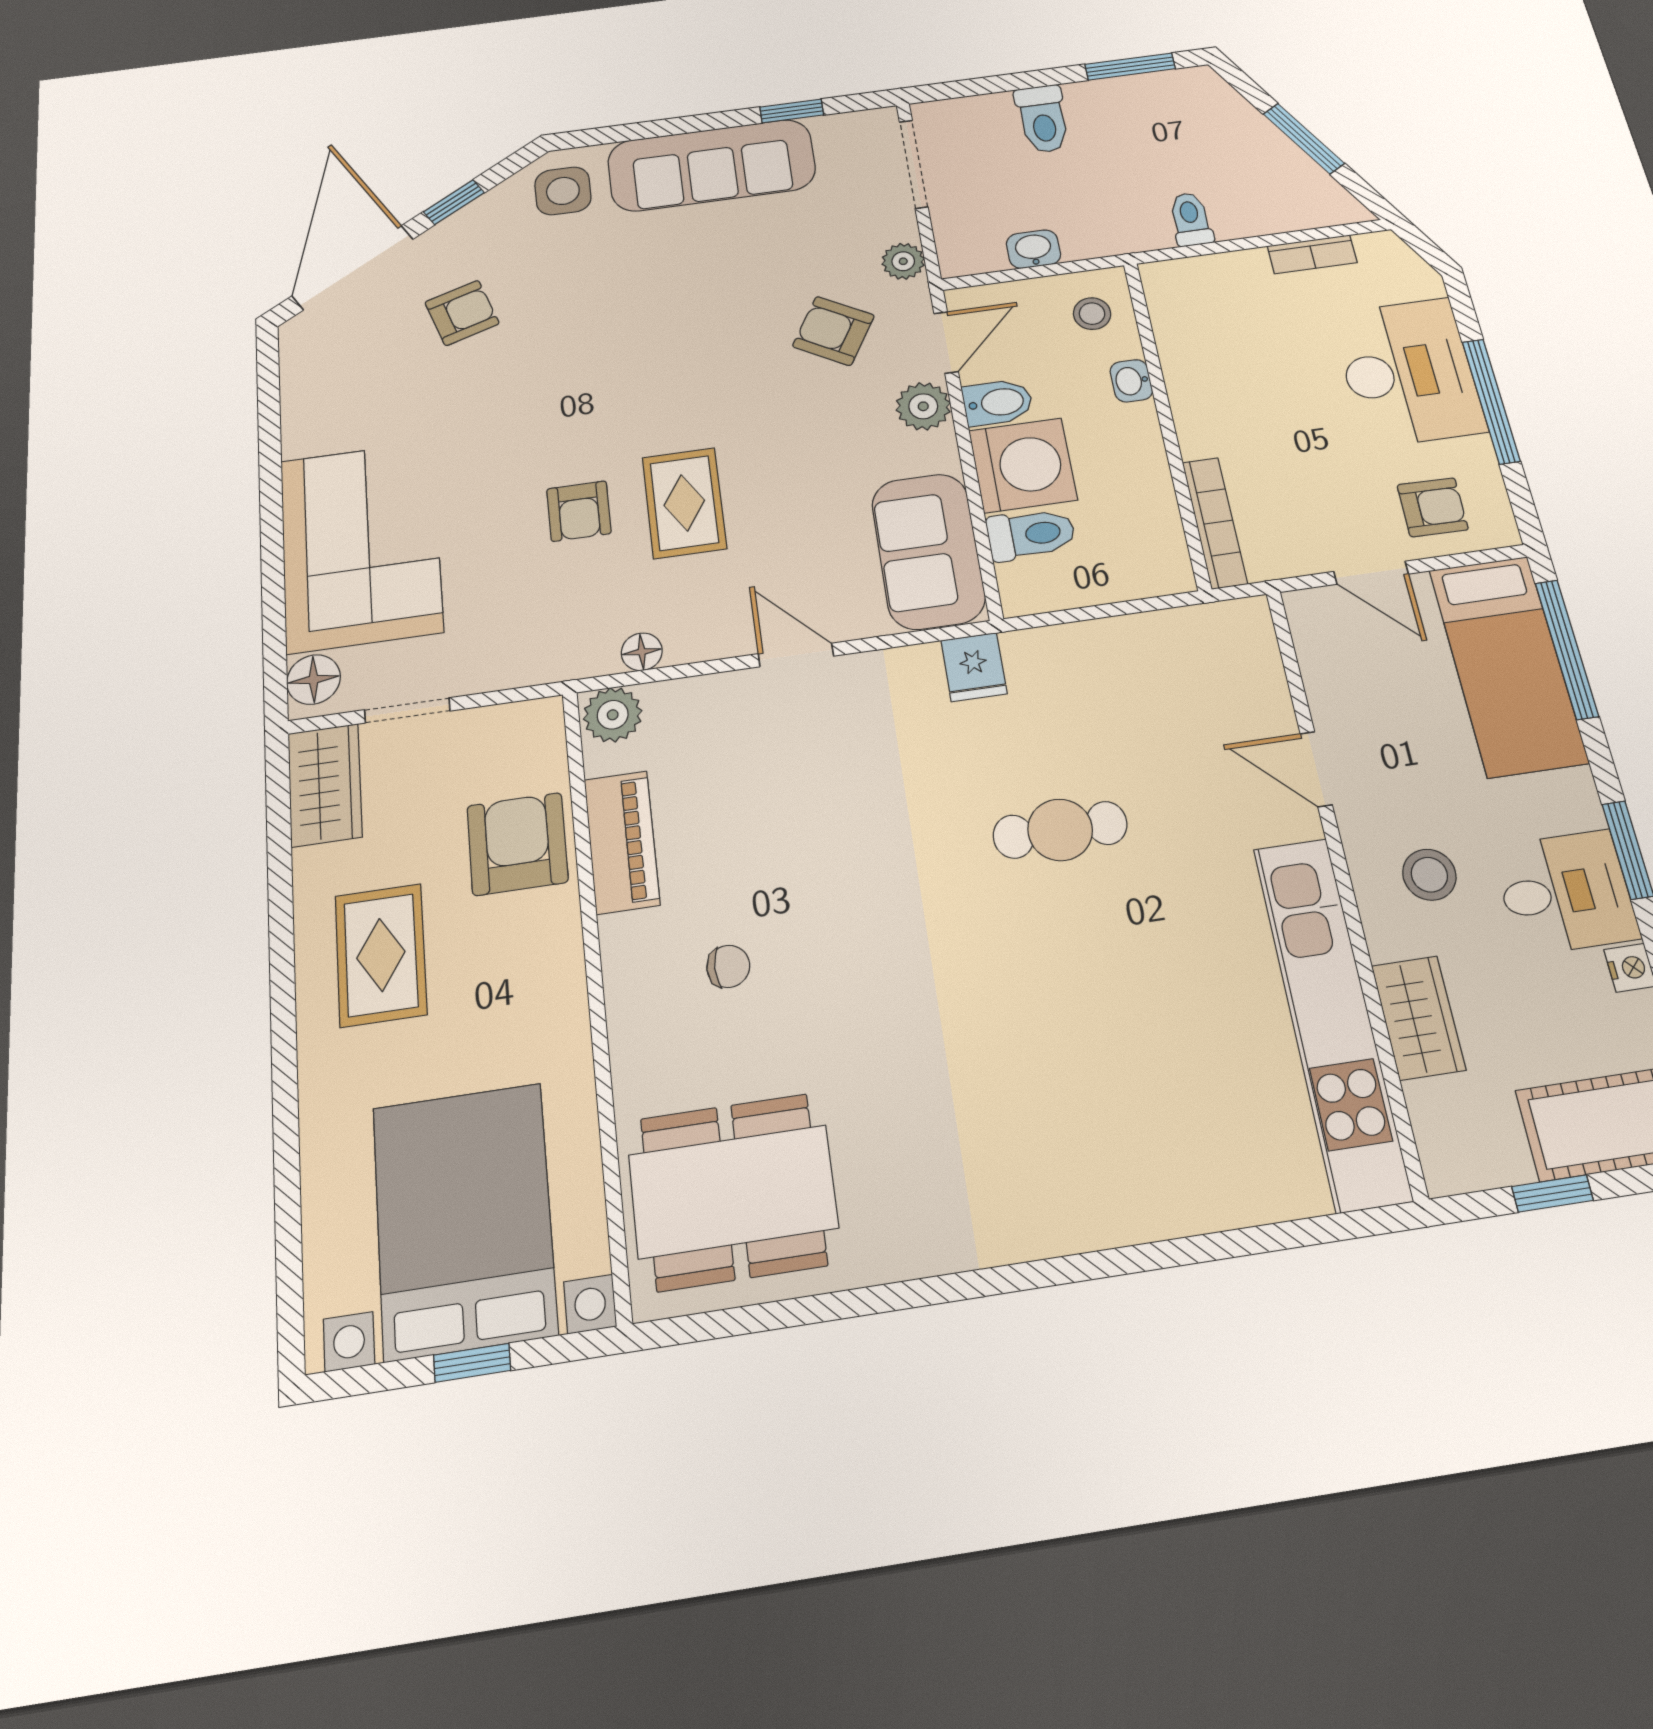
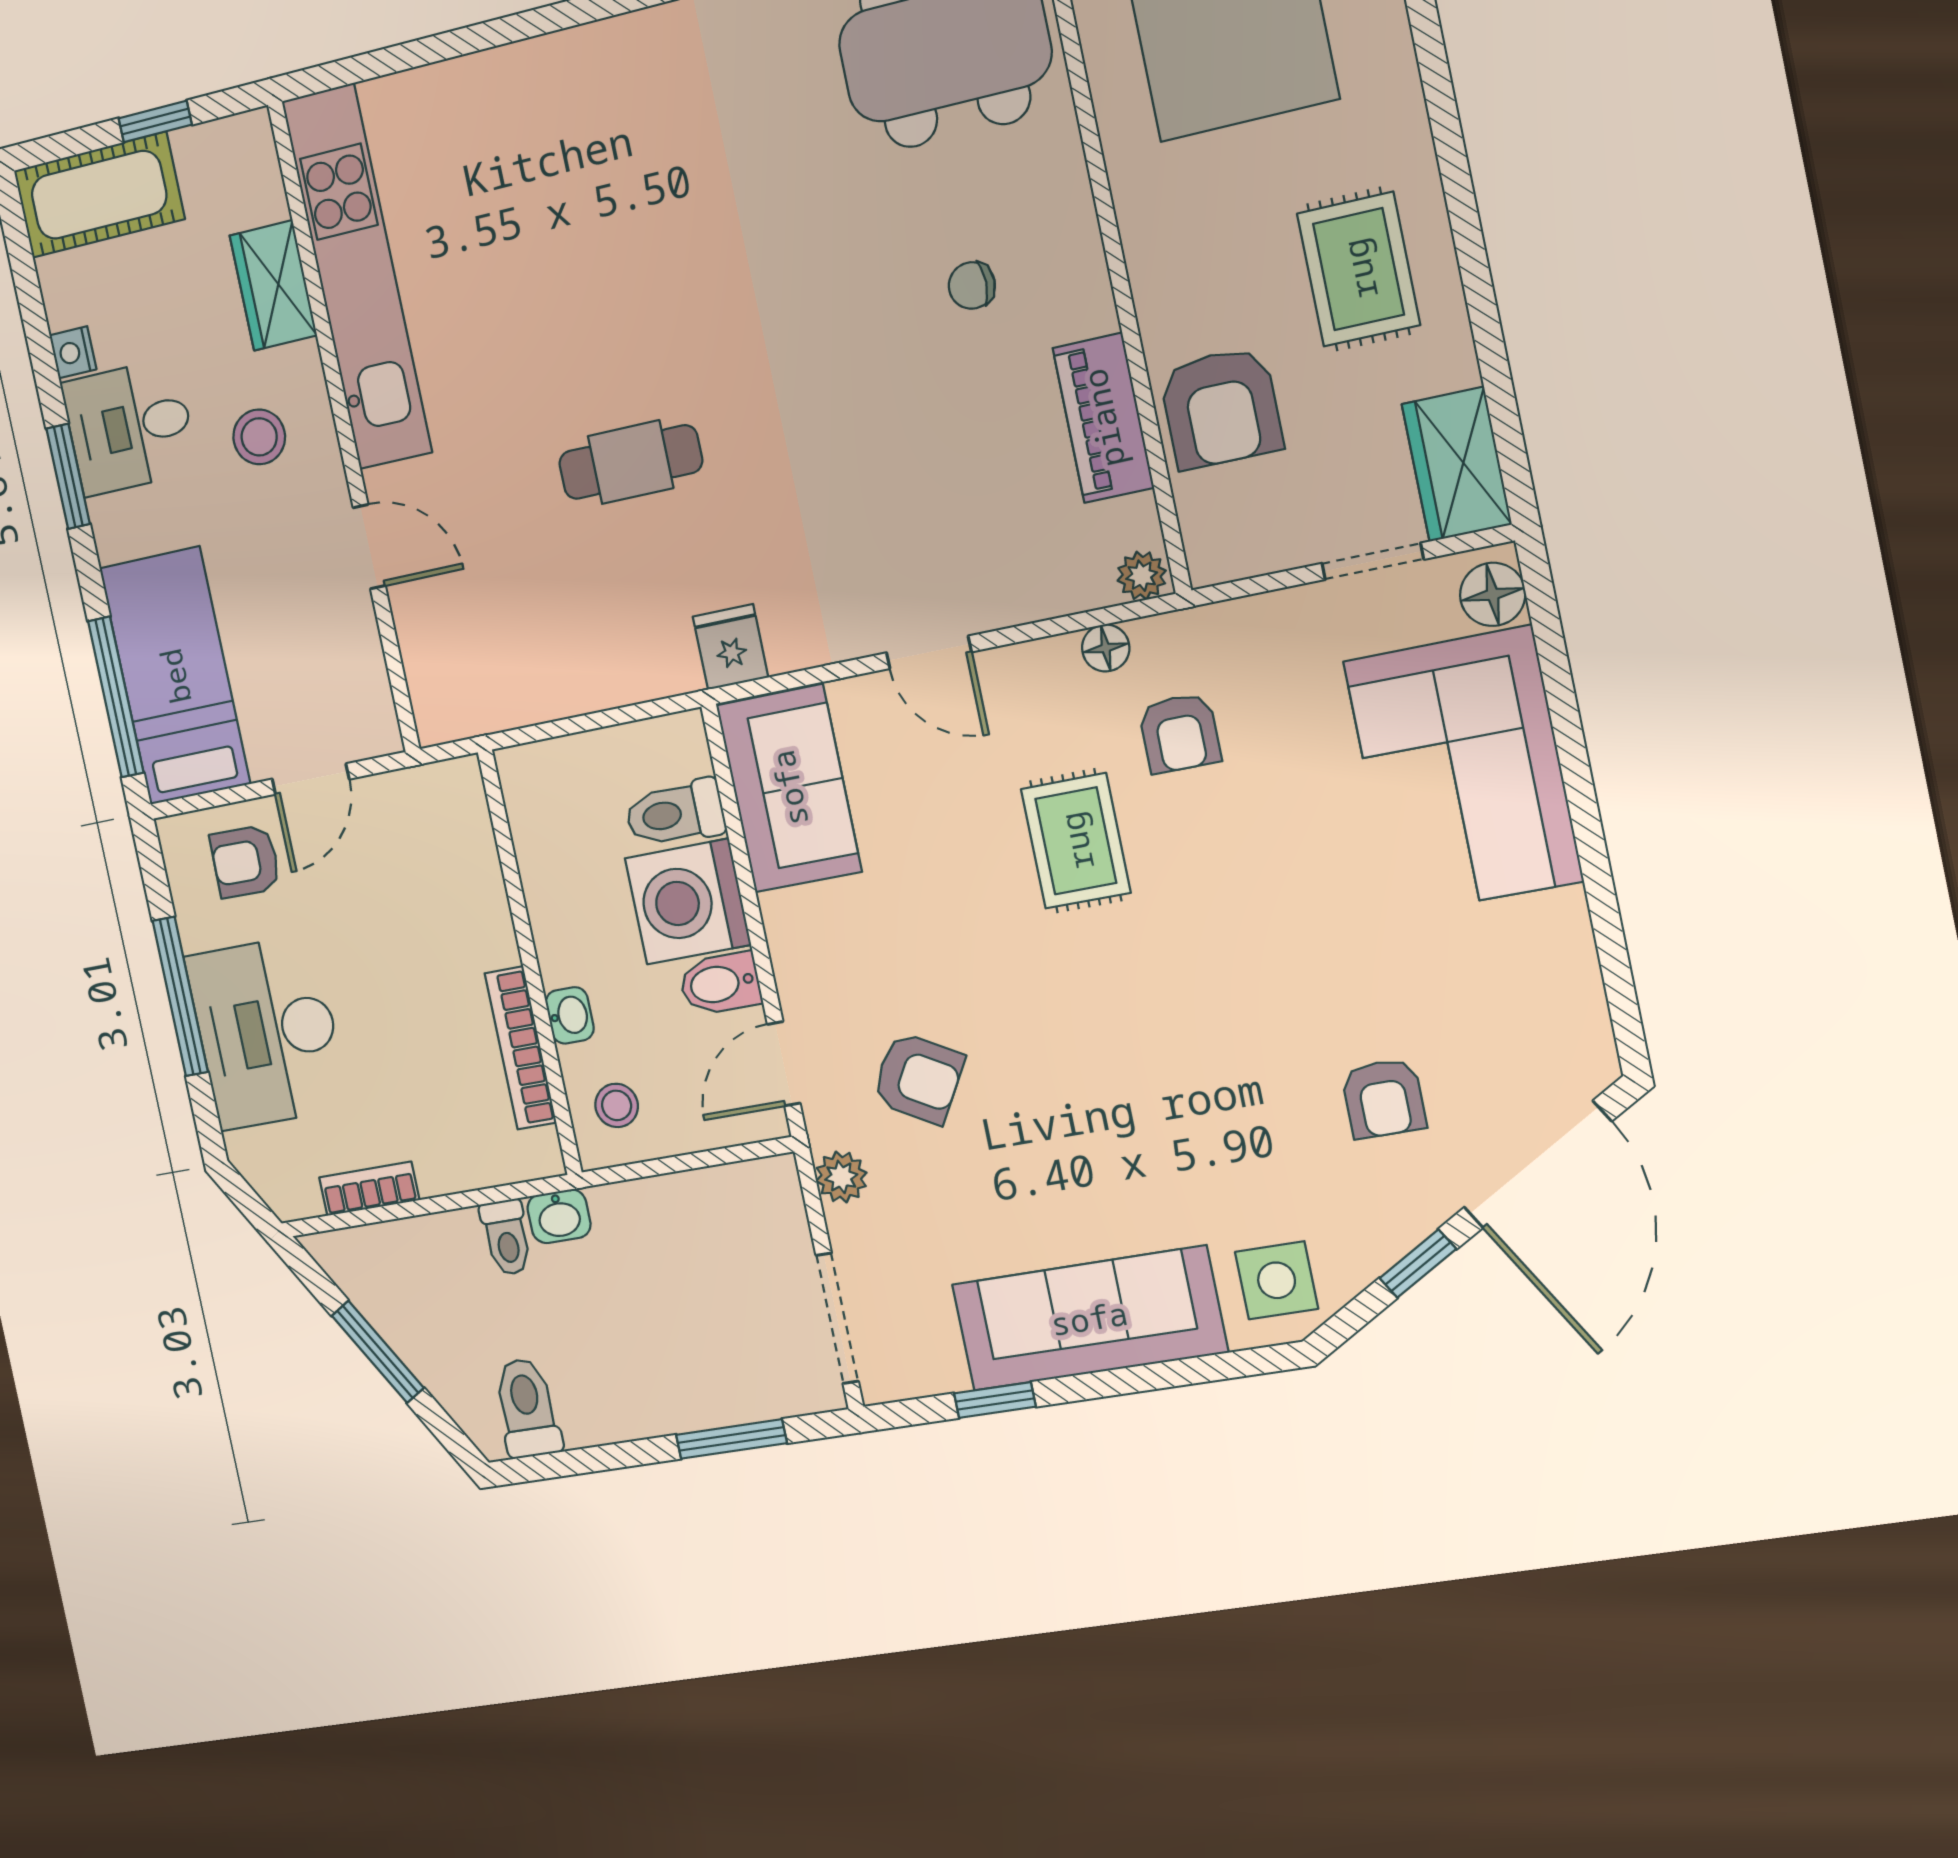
window: (1130, 67) -> (731, 1439), moved
toilet: (1043, 119) -> (527, 1408), moved
washbasin: (1034, 249) -> (559, 1216), moved
armchair: (462, 313) -> (1384, 1098), turned -72
plant: (923, 406) -> (806, 977), removed
armchair: (579, 511) -> (1180, 733), moved, turned 180
bookcase: (1215, 523) -> (520, 1048), moved
door: (1371, 573) -> (311, 779), swing flipped
plant: (613, 715) -> (1142, 576), width x0.73, depth x0.73

